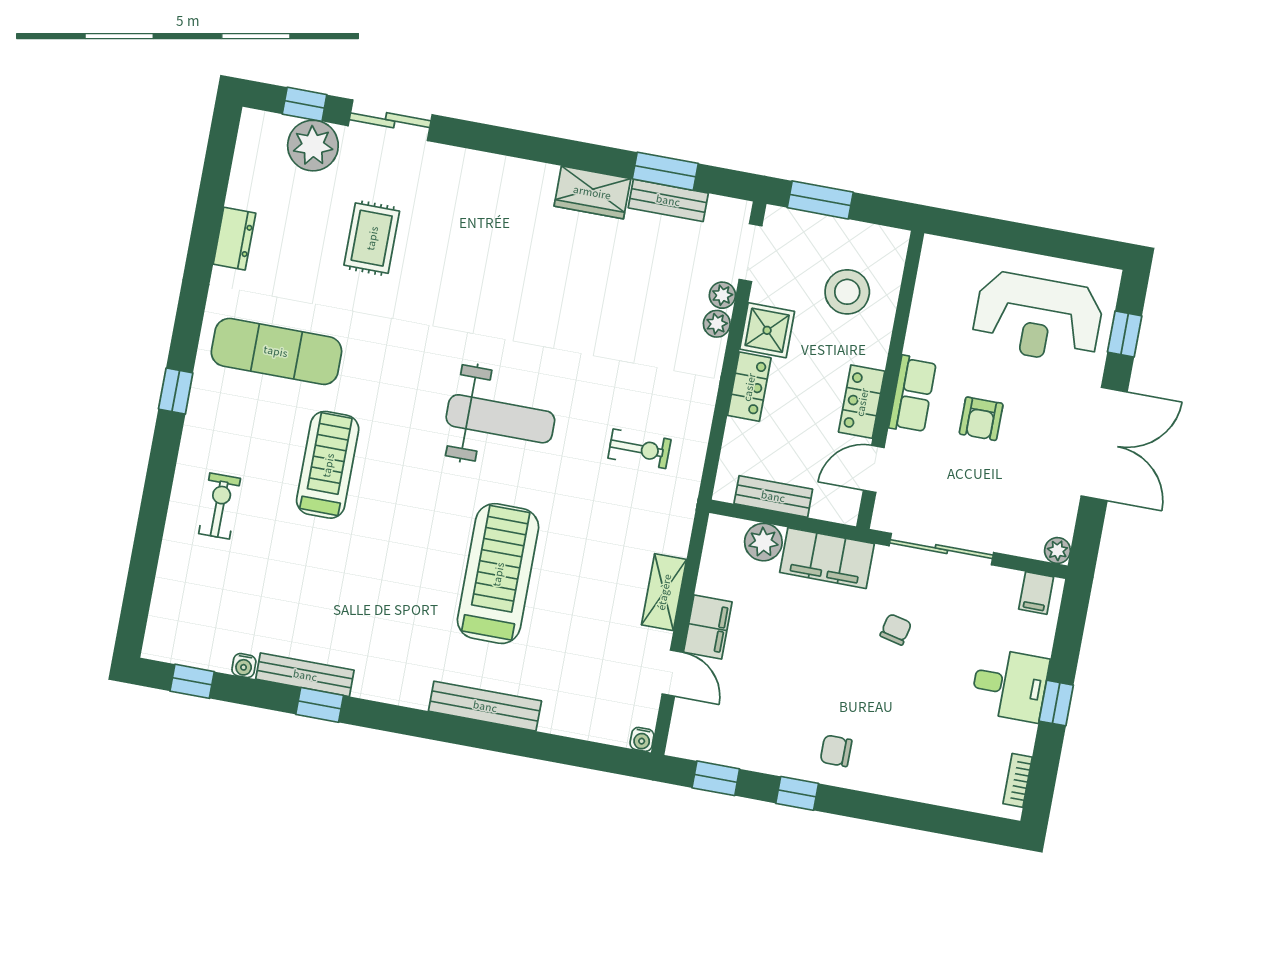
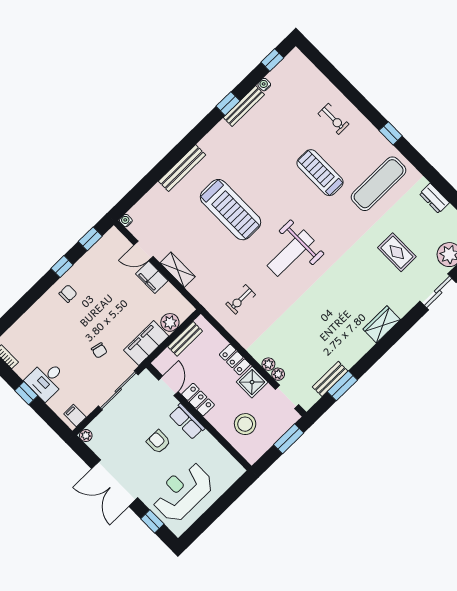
wardrobe: (592, 192) -> (382, 324), moved
treadmill: (328, 465) -> (320, 173), turned 180

